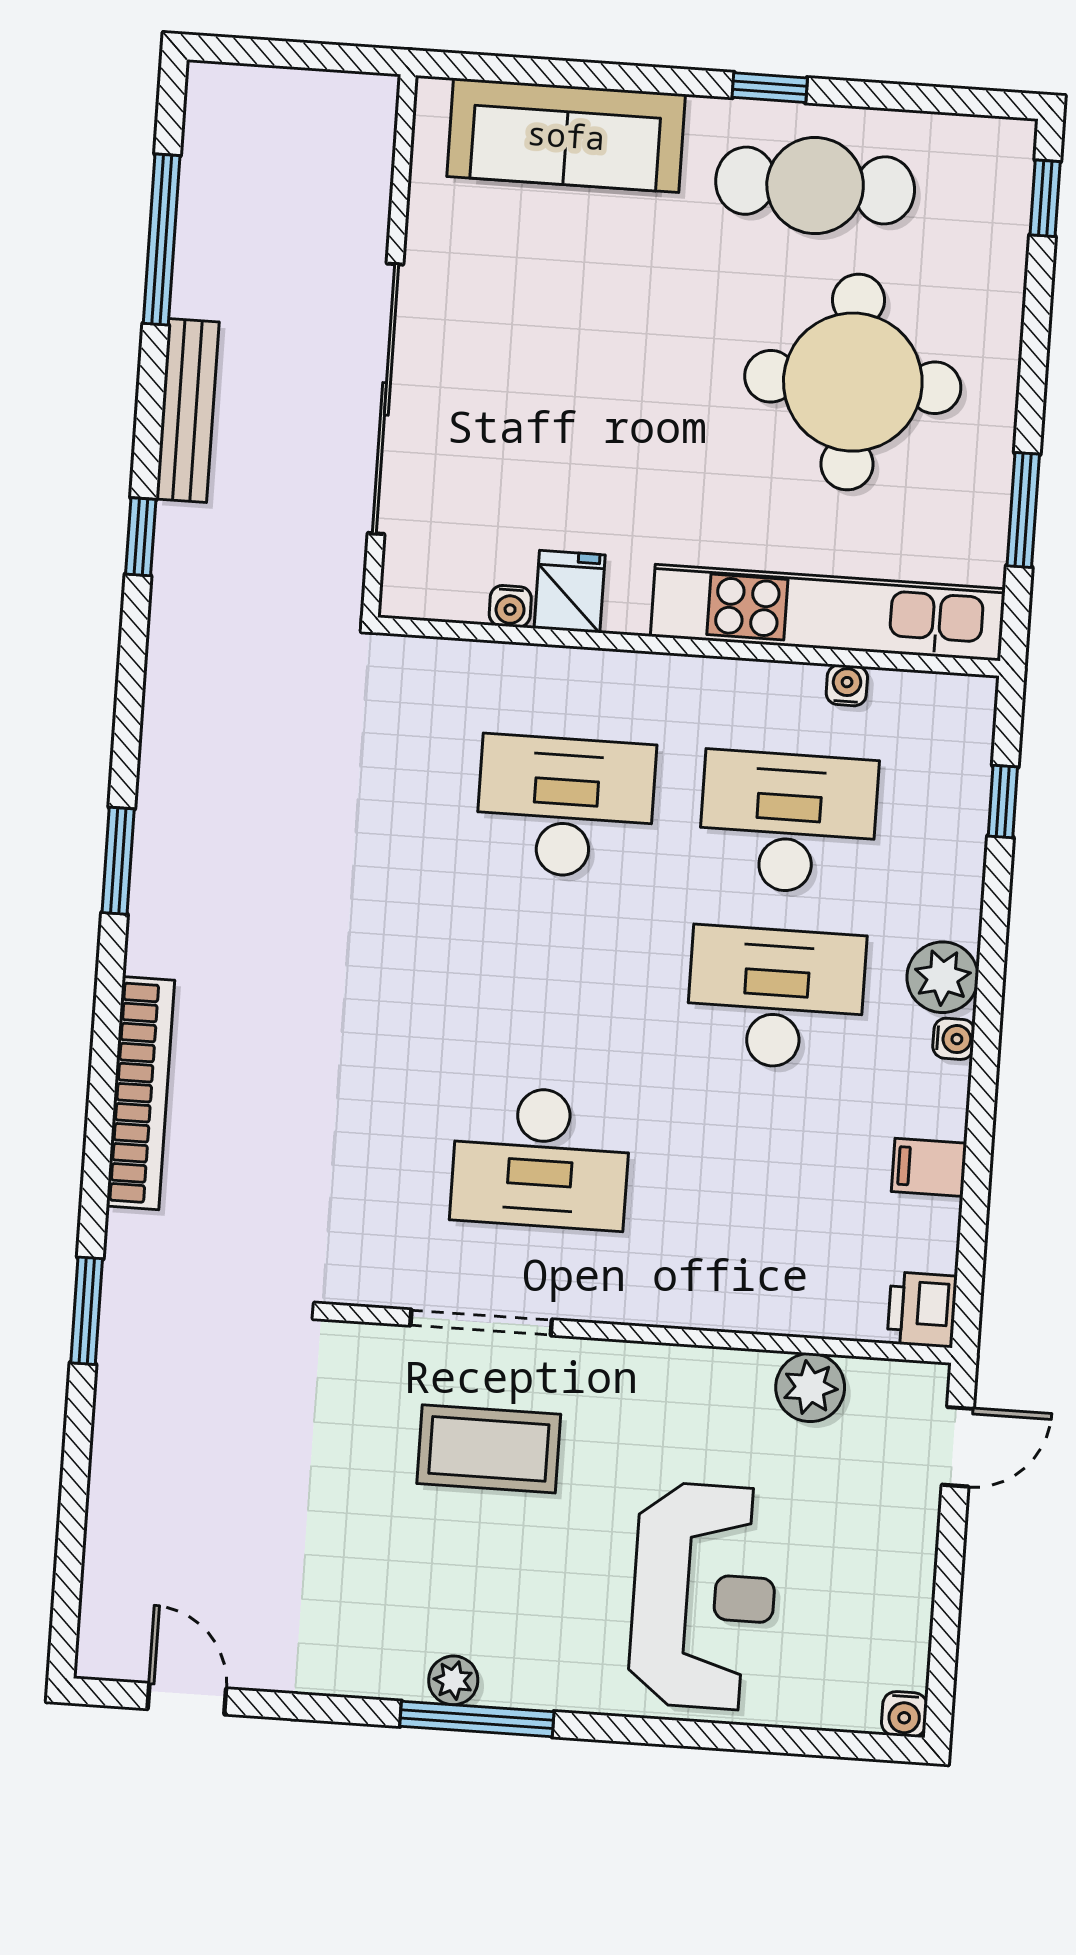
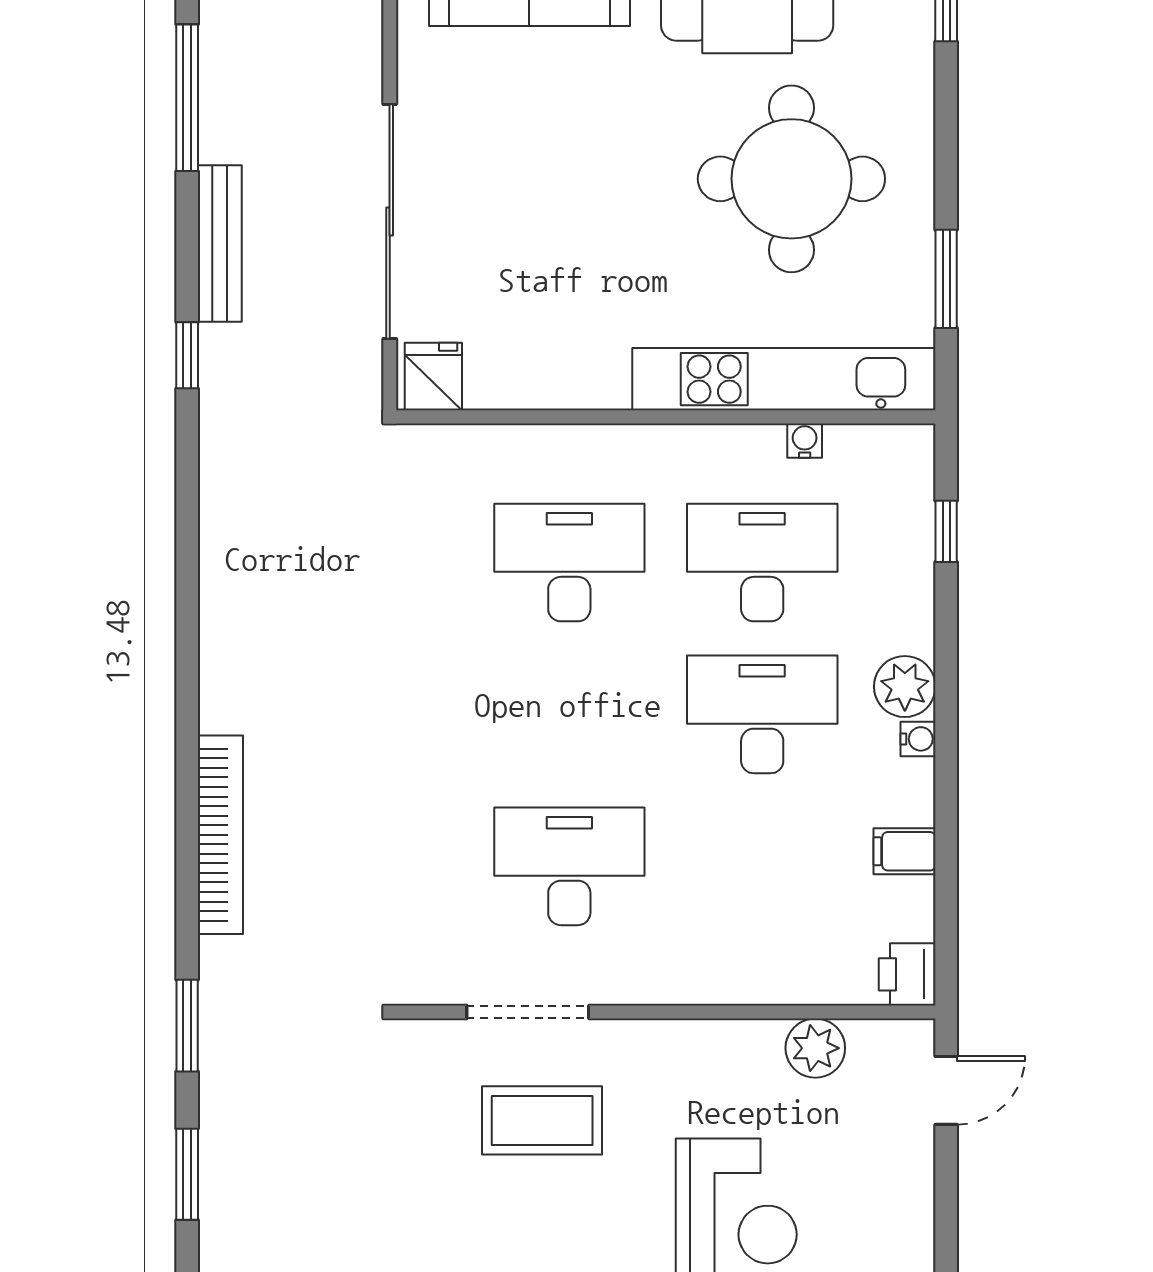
fridge: (570, 592) -> (433, 377), moved
water cooler: (510, 606) -> (510, 393), removed
window: (118, 861) -> (187, 1174), moved
desk: (541, 1158) -> (569, 866), turned 180

